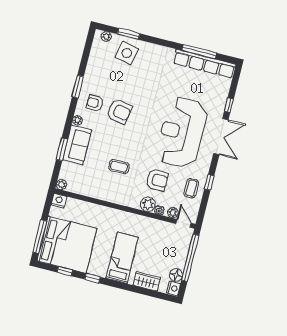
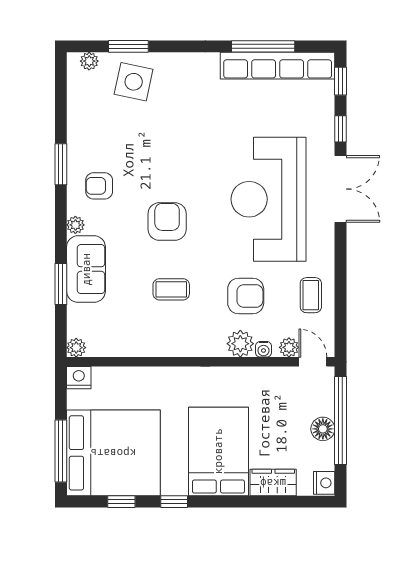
armchair: (119, 111) -> (167, 221), moved, turned -101
window: (209, 182) -> (340, 81), moved
bed: (122, 258) -> (218, 451), width x1.50
floor lamp: (176, 275) -> (323, 429), moved

